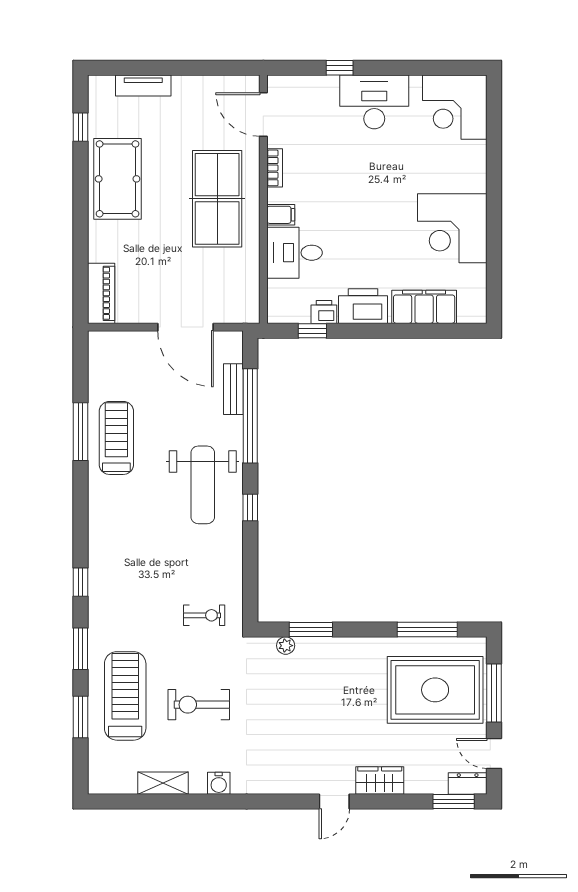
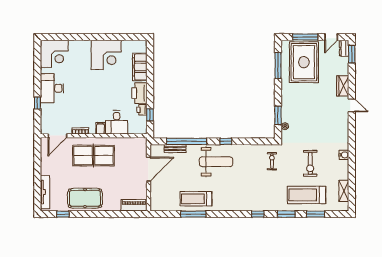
tv unit: (143, 86) -> (45, 192), width x1.41
shelving: (163, 783) -> (344, 191), moved

